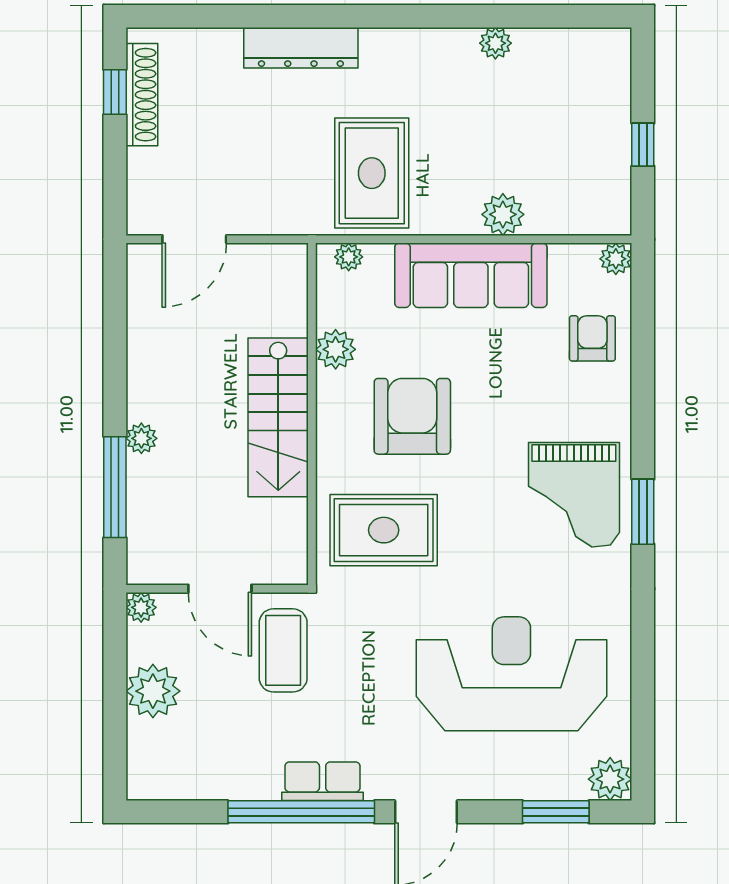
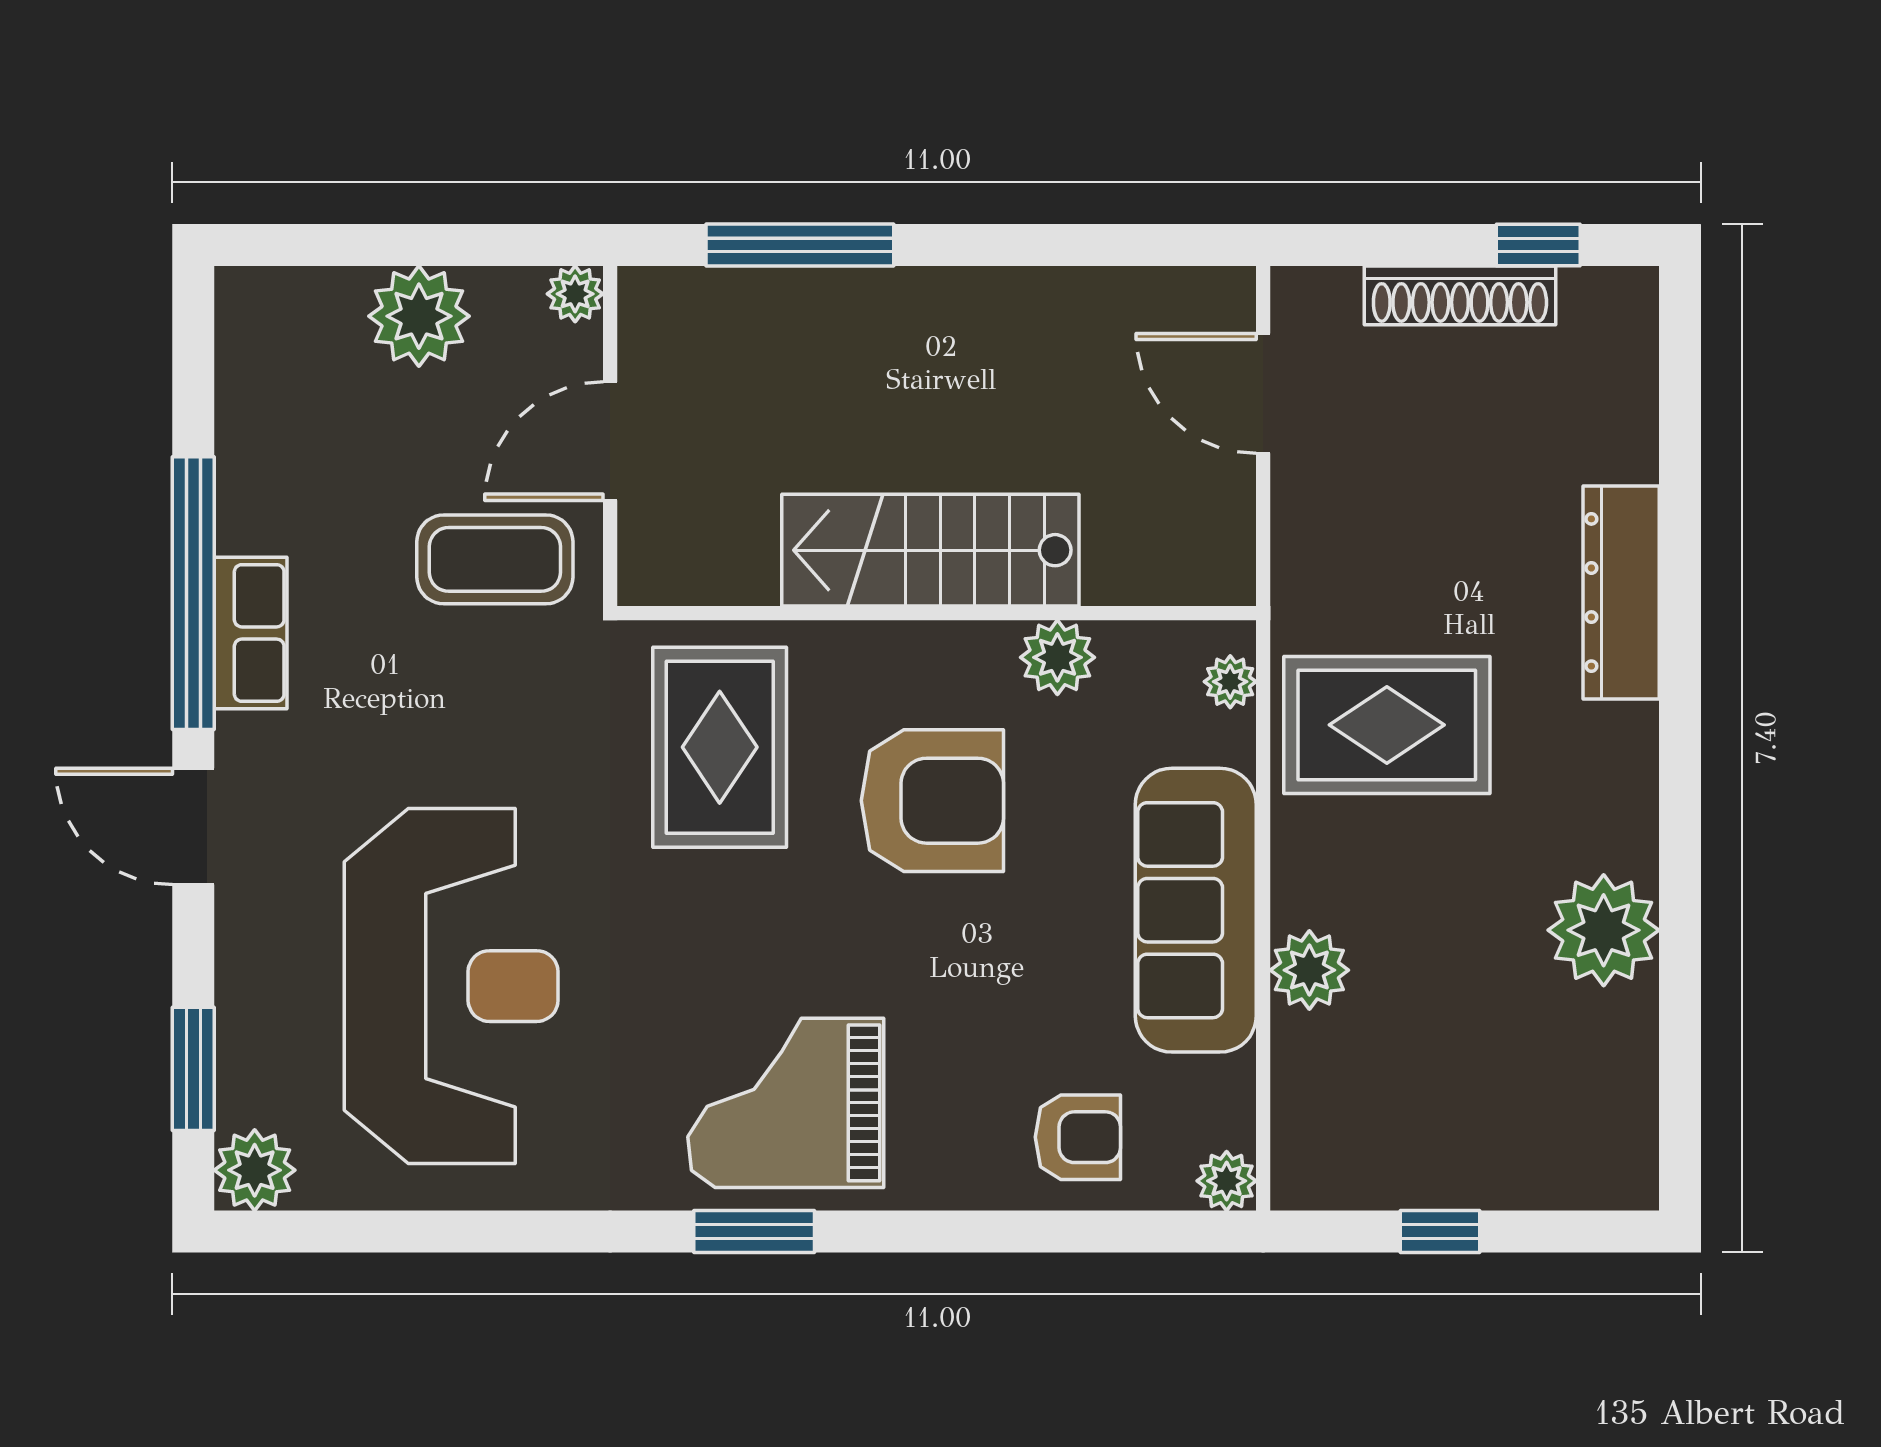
plant: (495, 43) -> (1604, 930), width x1.87, depth x1.87
shoe rack: (142, 95) -> (1460, 295), moved
plant: (141, 438) -> (891, 295), removed

